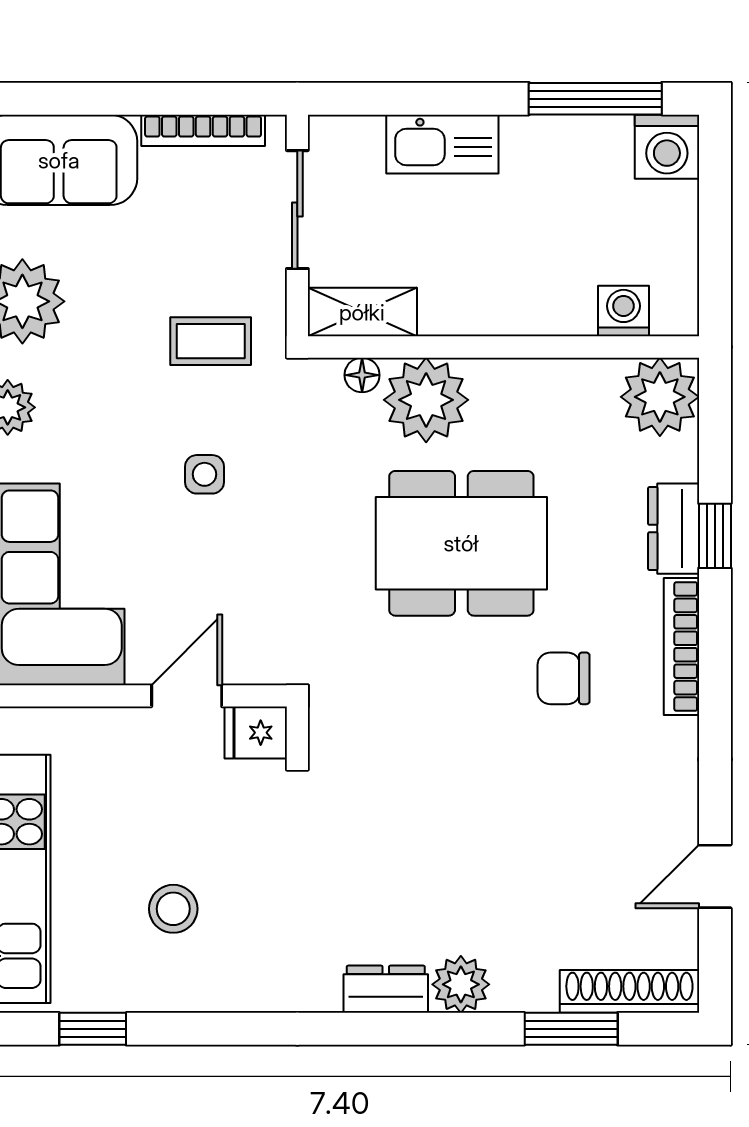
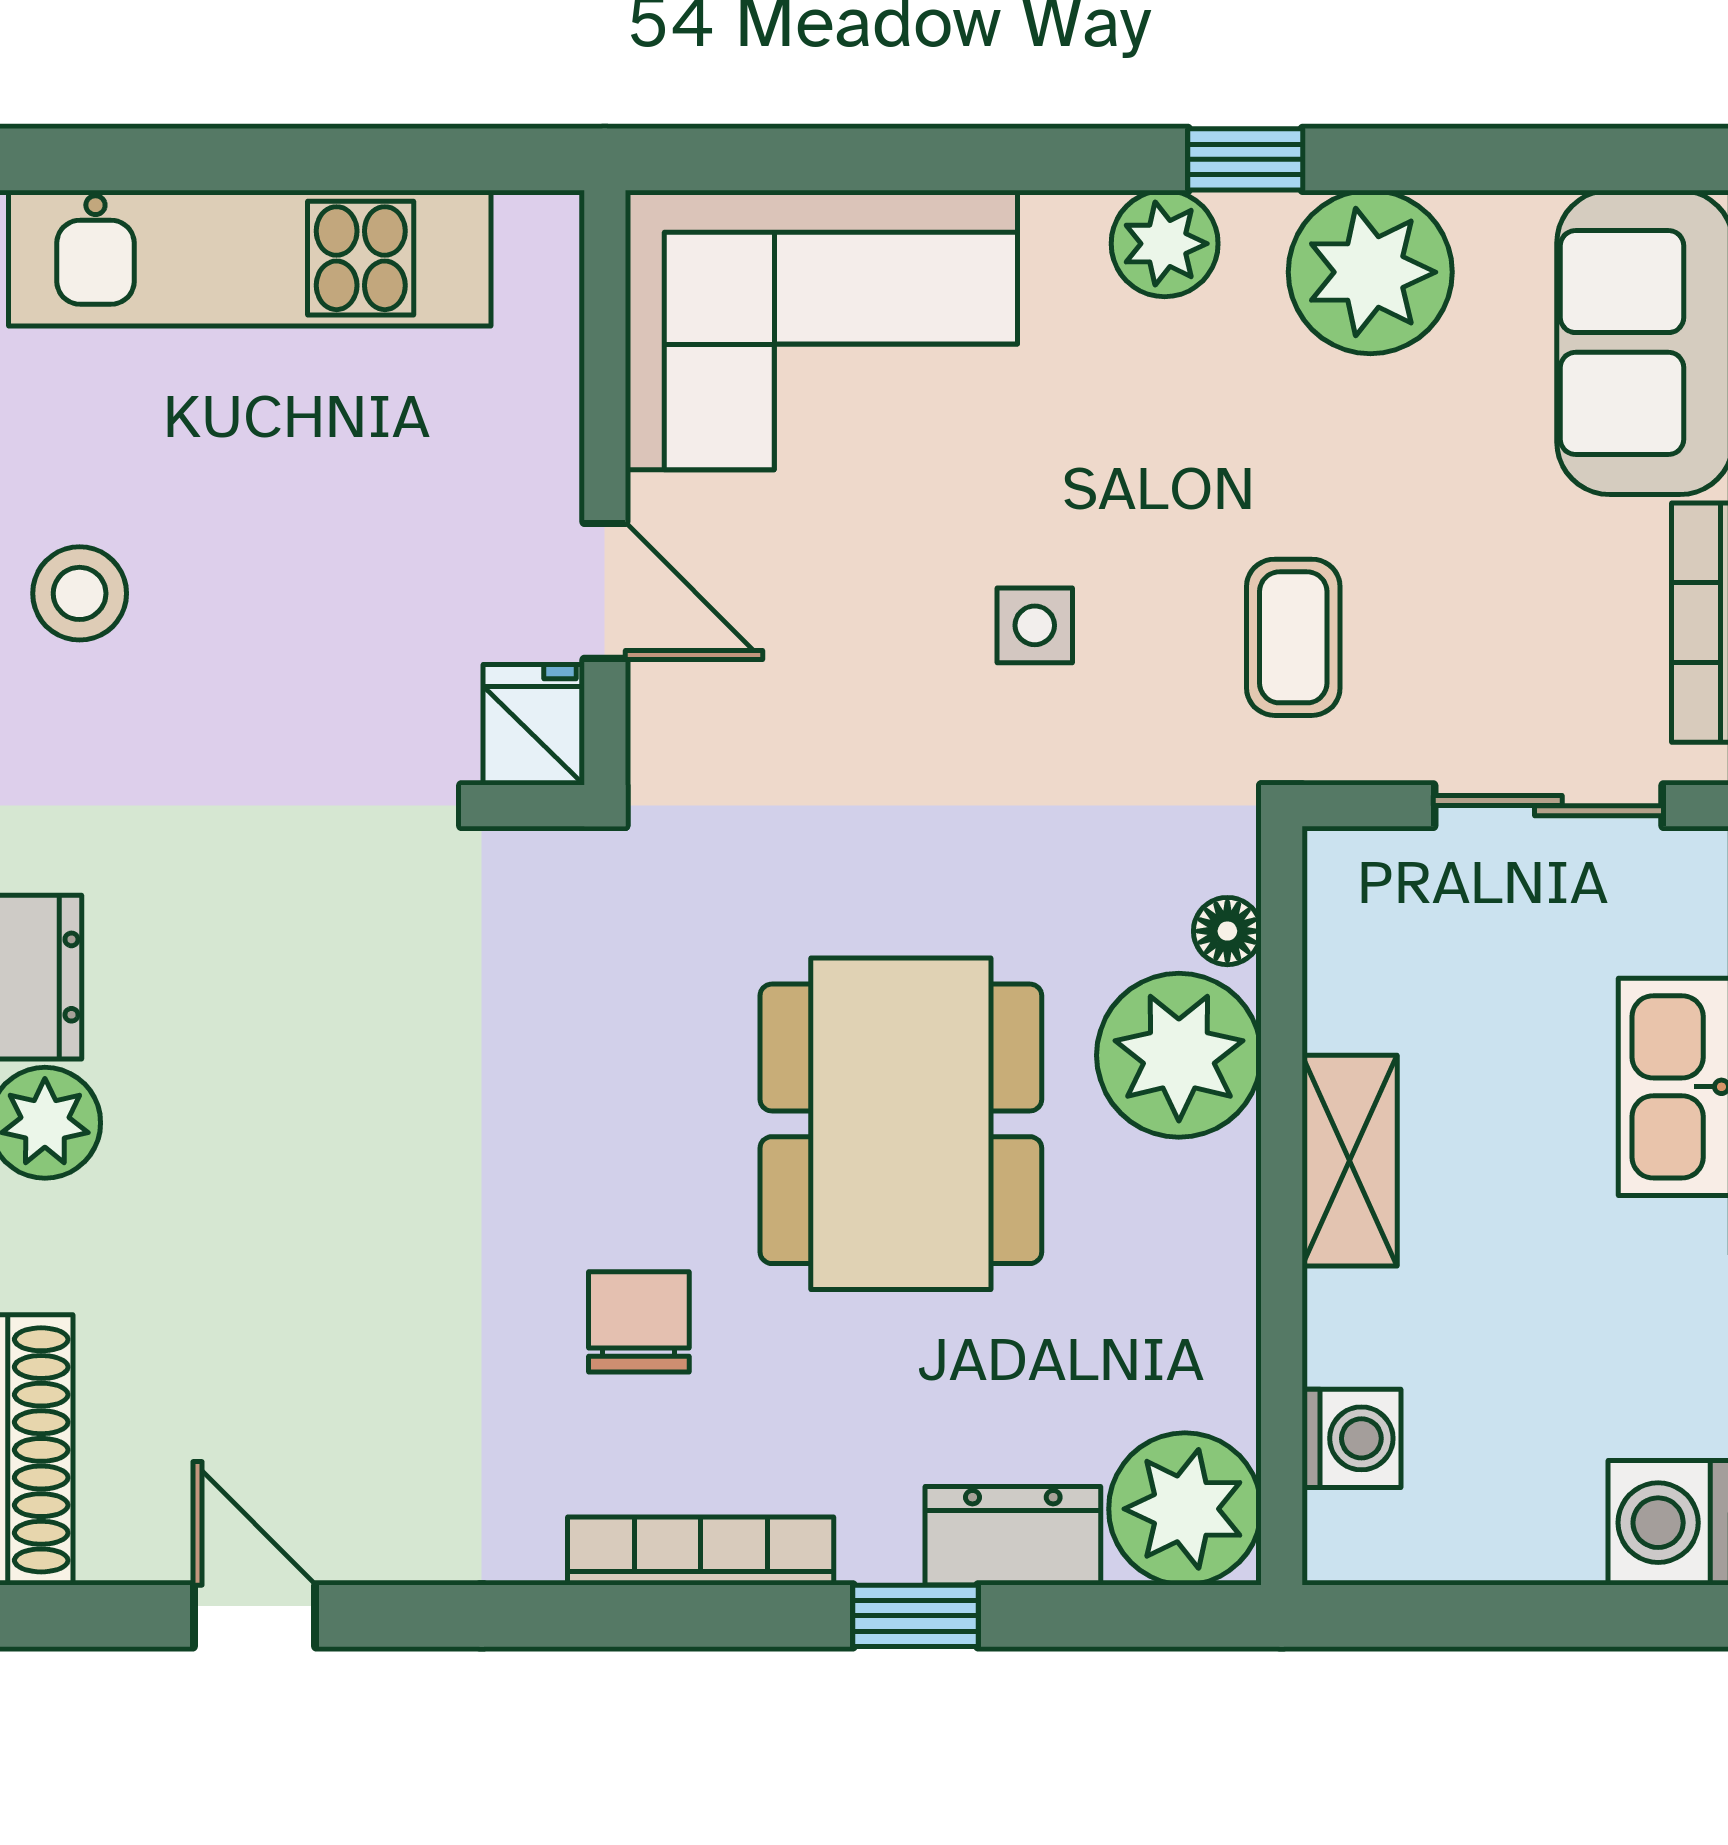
shelving: (362, 312) -> (1350, 1161), moved
dresser: (674, 529) -> (1013, 1536), moved
stool: (173, 909) -> (80, 593), moved

